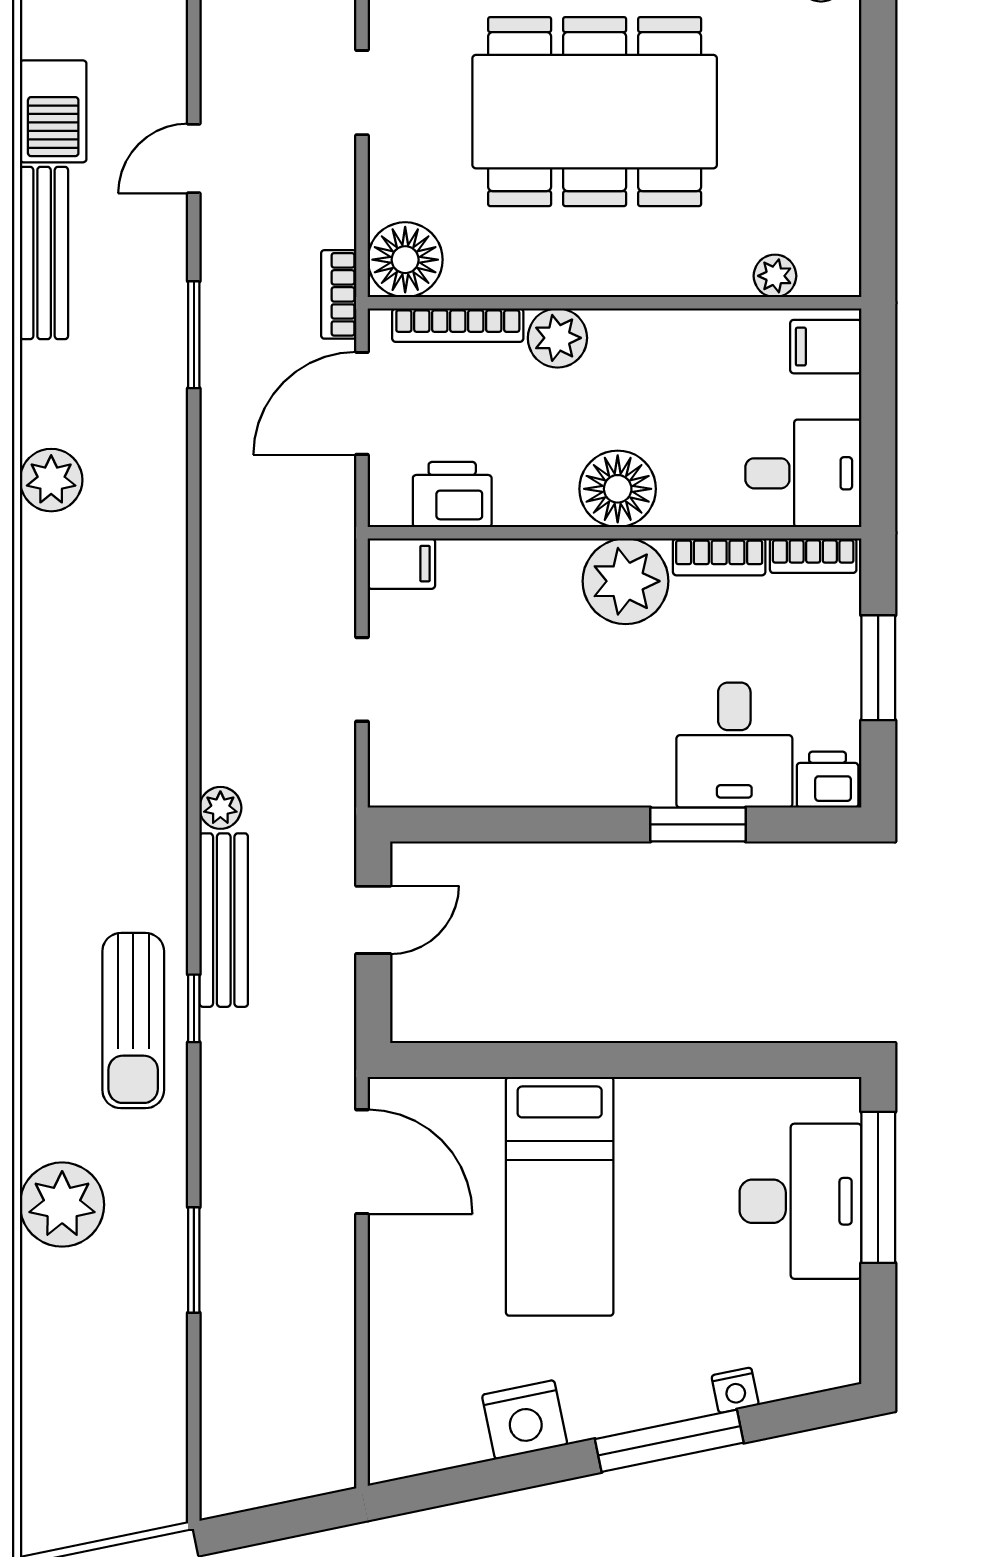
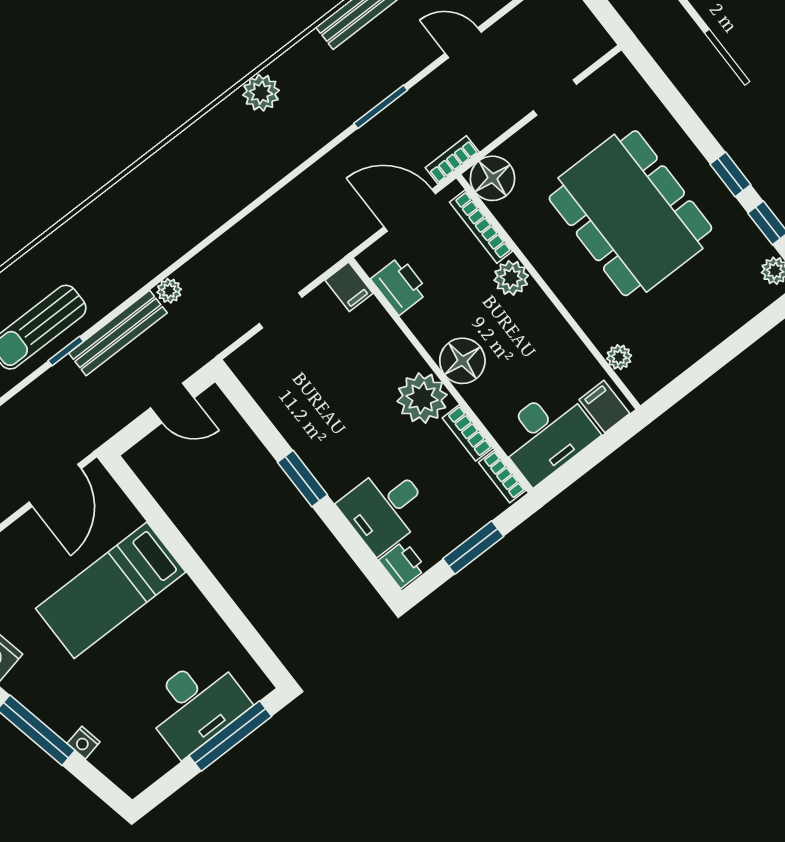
desk: (803, 473) -> (546, 435), width x1.37
window: (698, 824) -> (302, 479), moved

